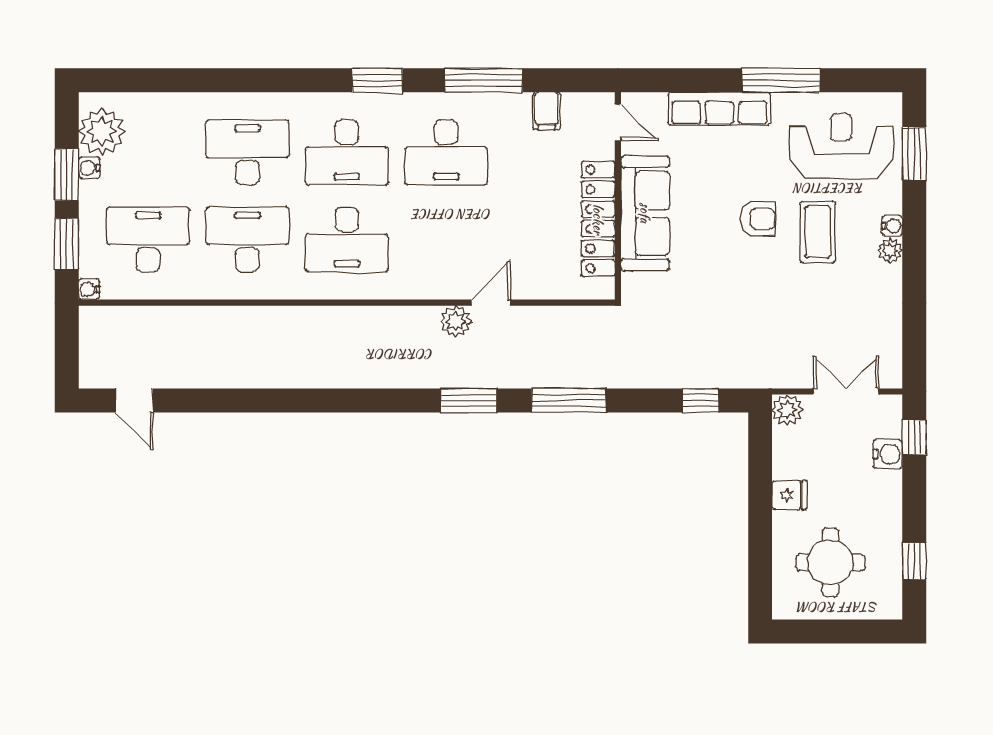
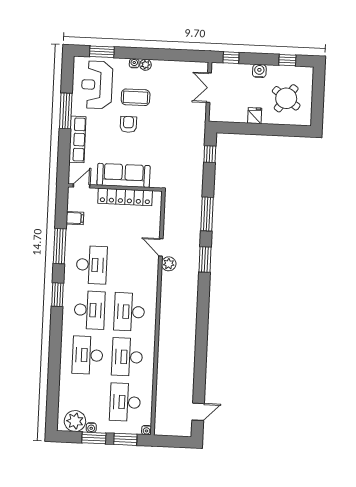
desk: (347, 240) -> (129, 312), turned 180
plant: (787, 410) -> (216, 115), removed
water cooler: (888, 454) -> (259, 71), moved
round table: (830, 562) -> (286, 98), turned 36

